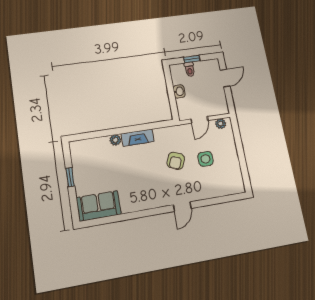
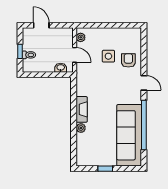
washbasin: (179, 91) -> (61, 68), moved
armchair: (176, 161) -> (128, 60), moved, turned -112
sofa: (99, 206) -> (129, 135), width x1.85, depth x1.27
window: (131, 216) -> (144, 125), added

